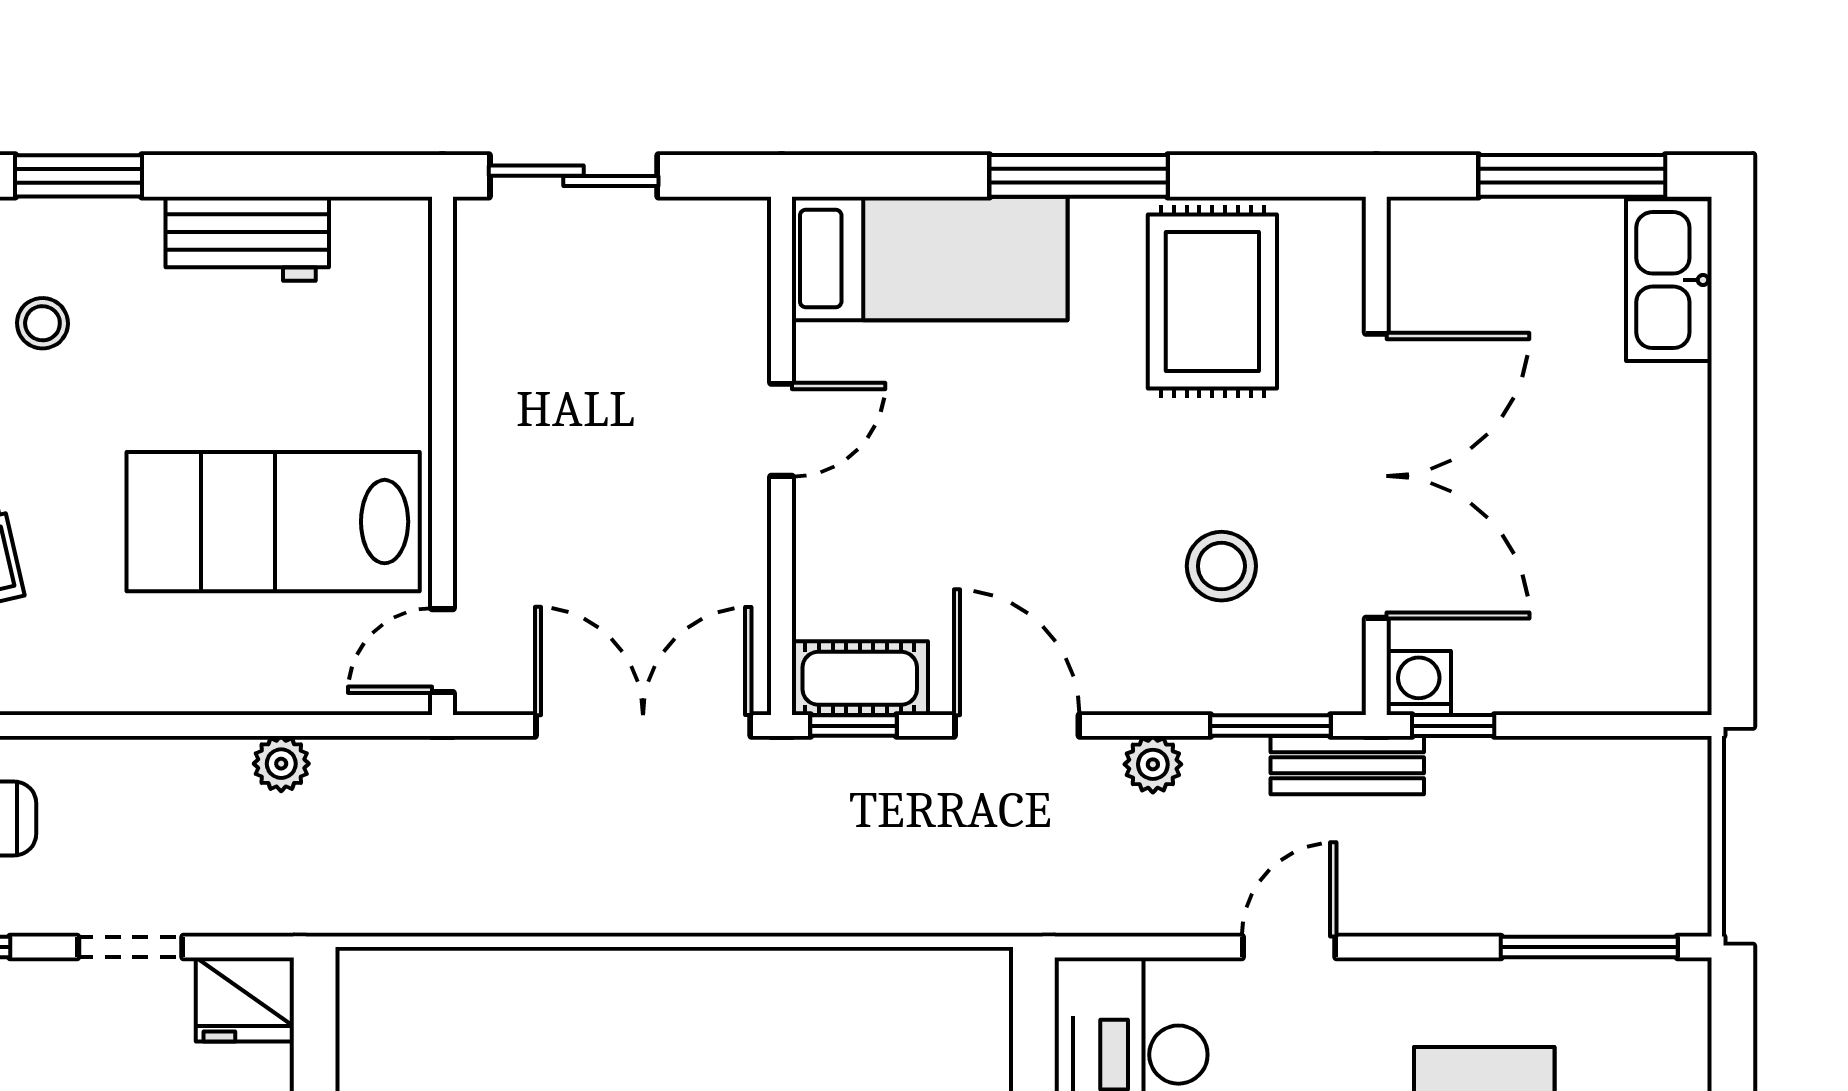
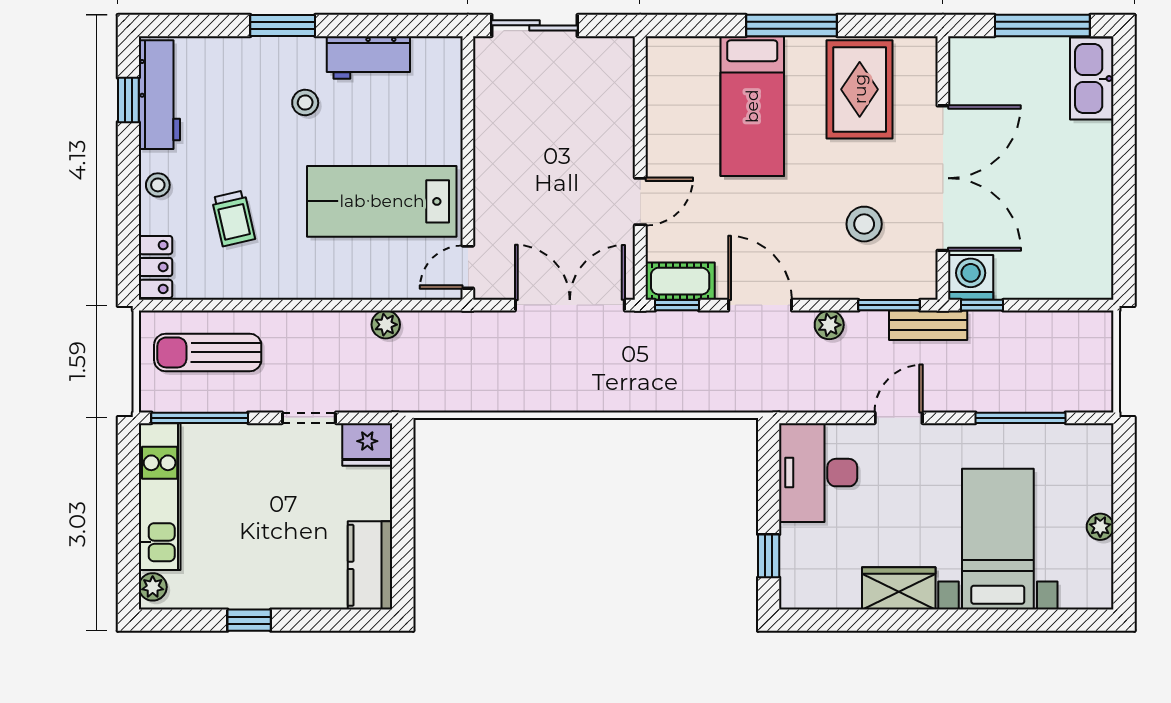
bed: (930, 258) -> (752, 106), moved, turned 90
stool: (42, 323) -> (305, 103), moved
door: (781, 430) -> (640, 202), moved
washing machine: (1419, 683) -> (971, 277), width x1.38, depth x1.38
window: (1589, 947) -> (1020, 418), moved

